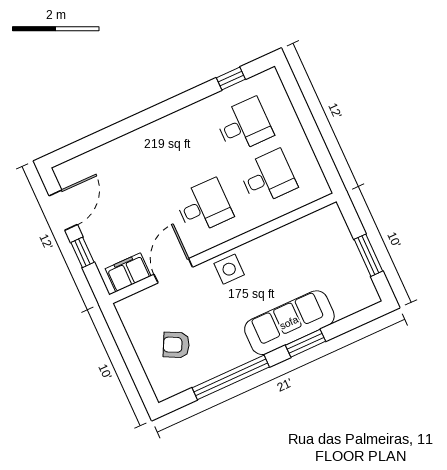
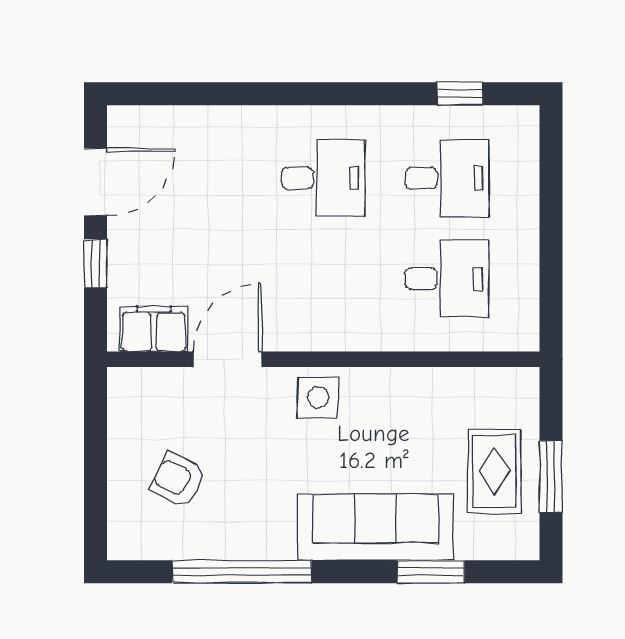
desk: (204, 206) -> (323, 178), moved
rug: (338, 266) -> (494, 471), added
window: (305, 343) -> (431, 572), moved

